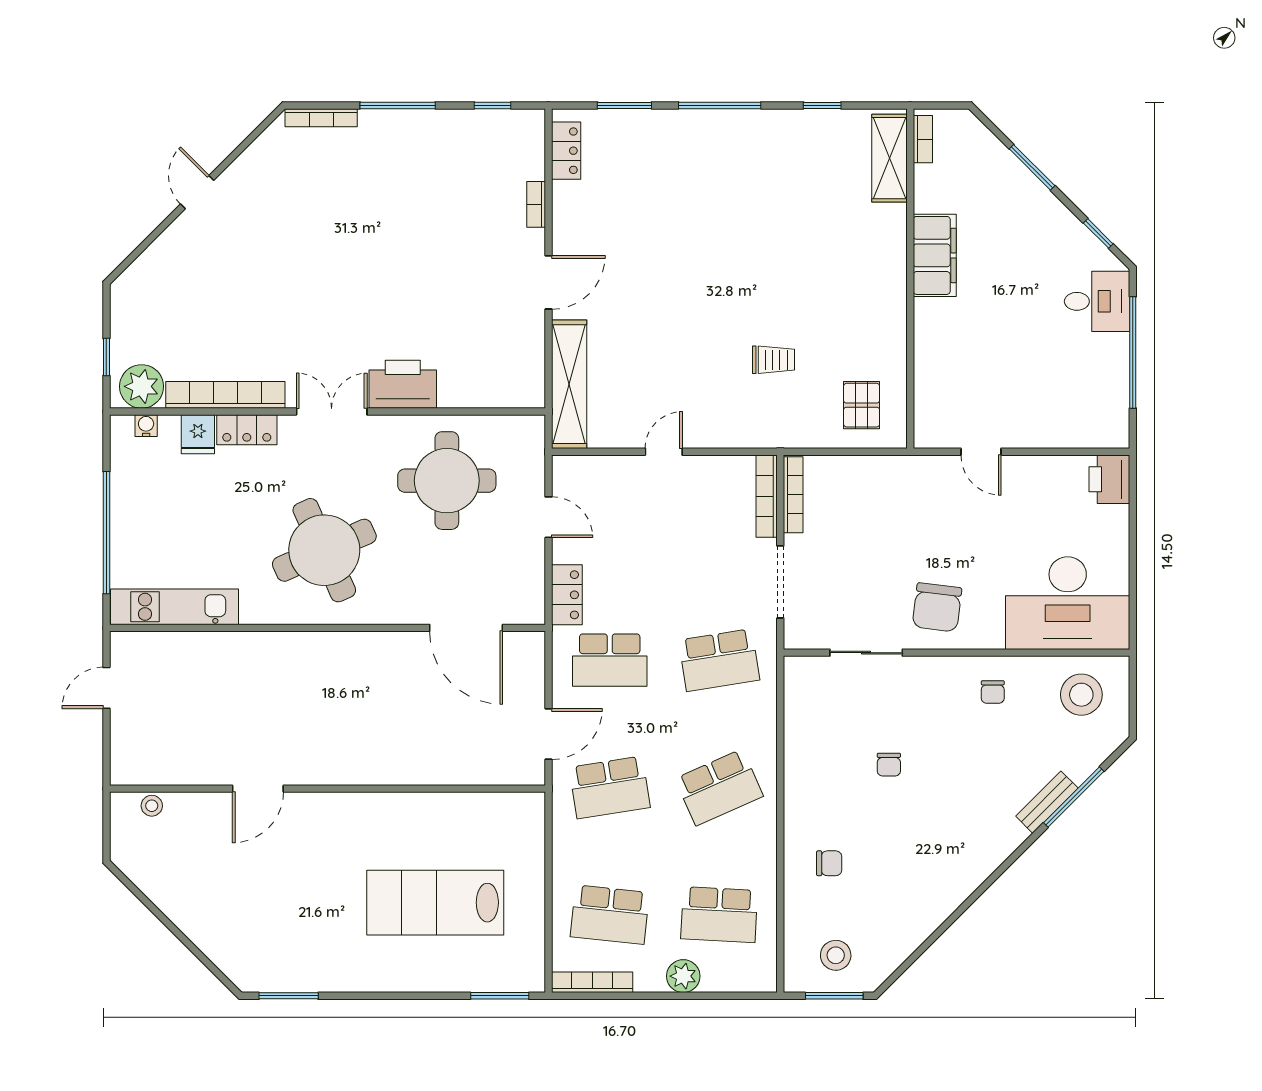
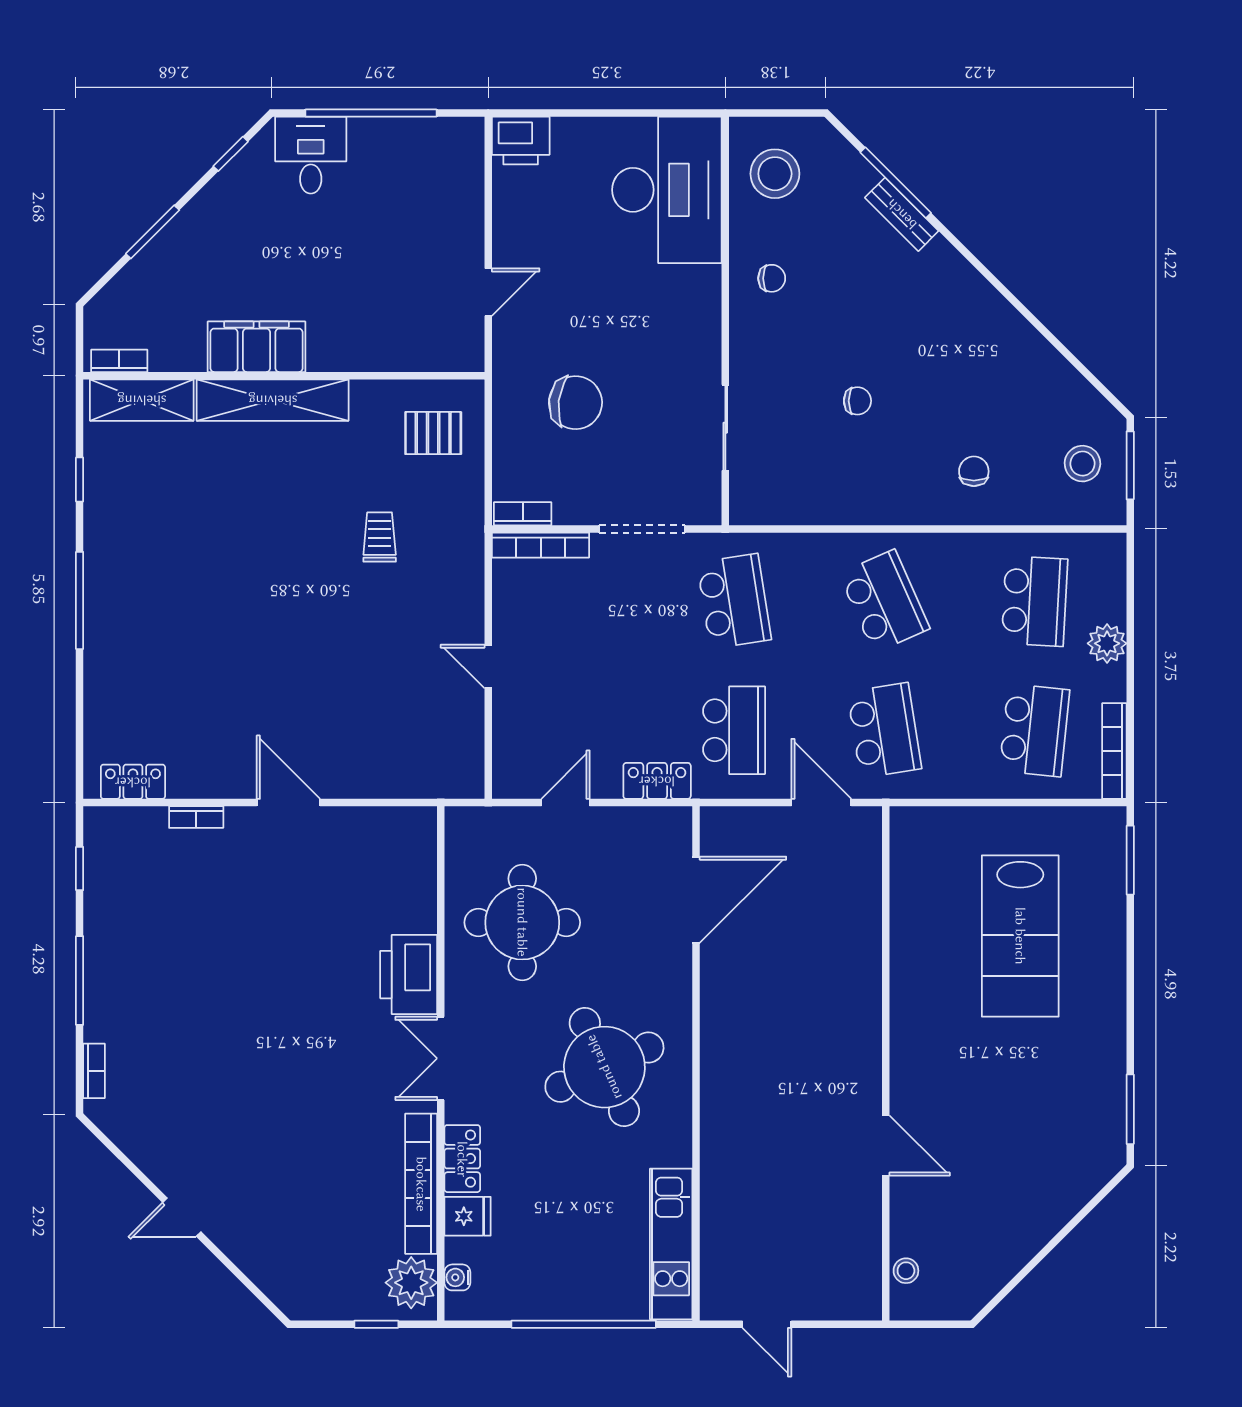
window: (624, 105) -> (80, 713), removed
bookcase: (321, 118) -> (94, 1071), width x0.64
shelving: (569, 384) -> (273, 400), moved
bookcase: (793, 495) -> (523, 514), width x0.64
chair: (937, 607) -> (575, 403), moved

